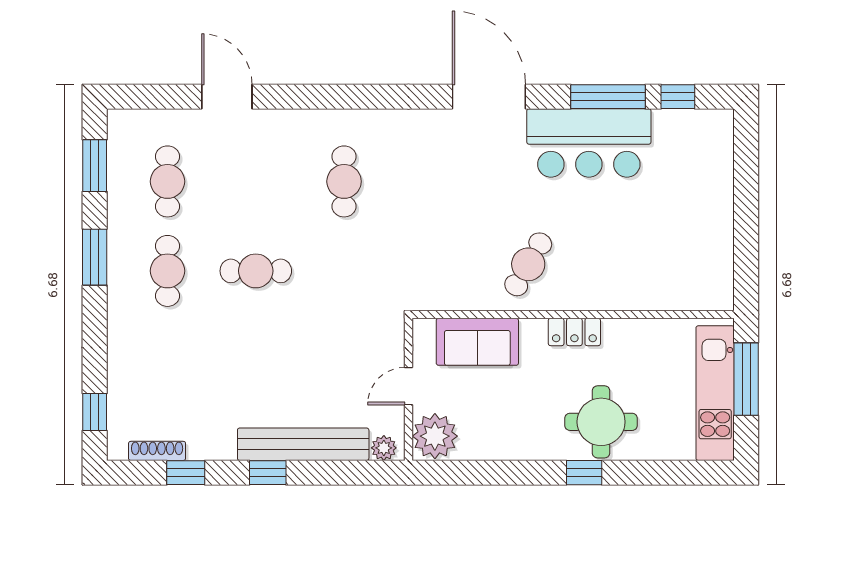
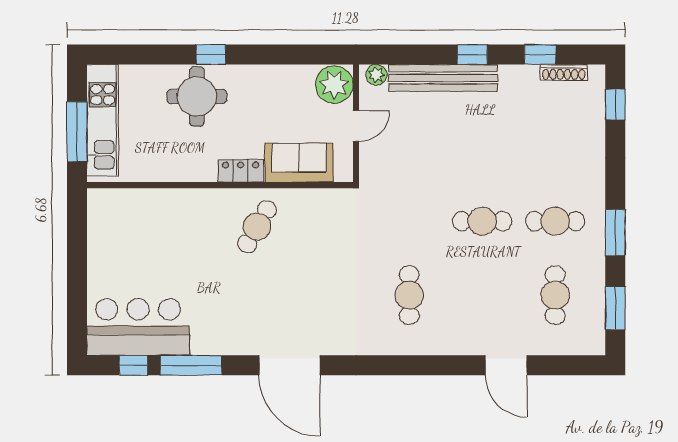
bar counter: (589, 143) -> (138, 327), moved
cafe table: (167, 271) -> (555, 221), turned 90
locker: (574, 332) -> (241, 171), moved

